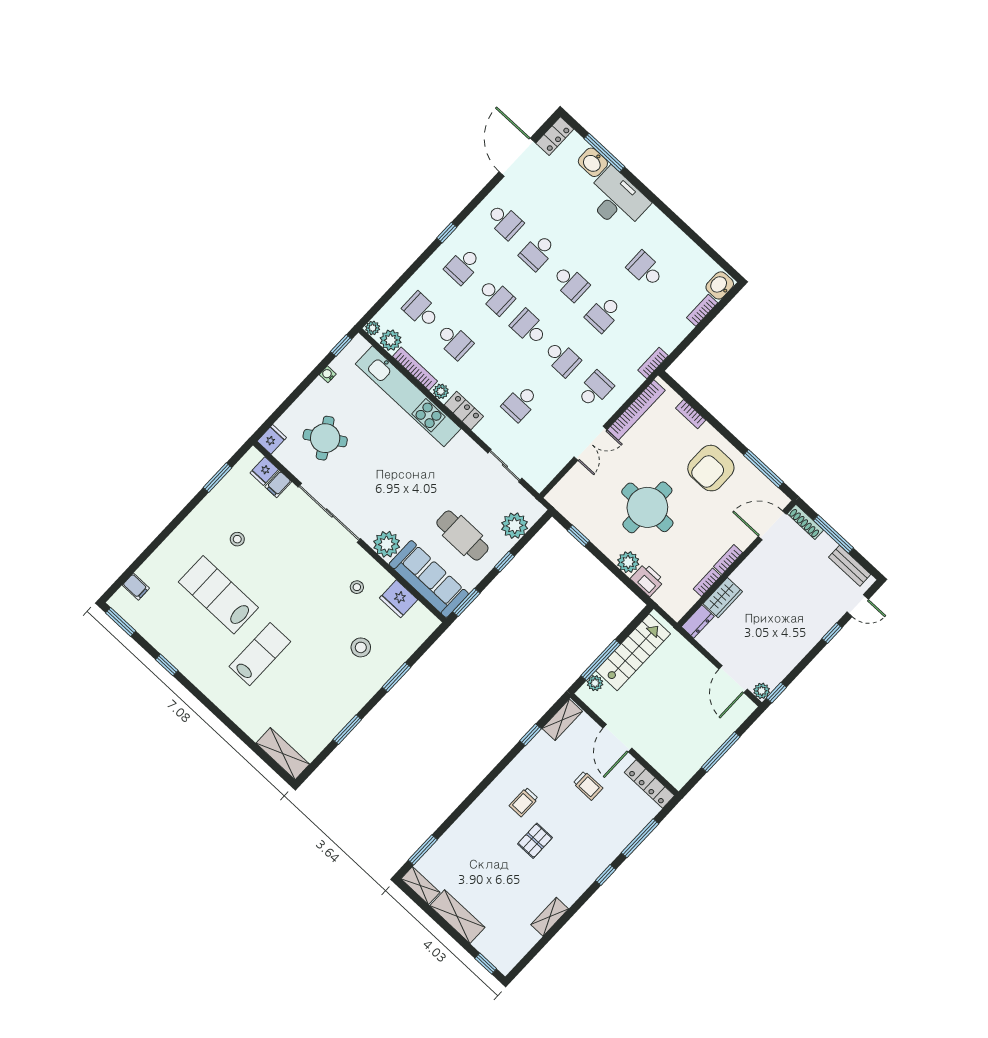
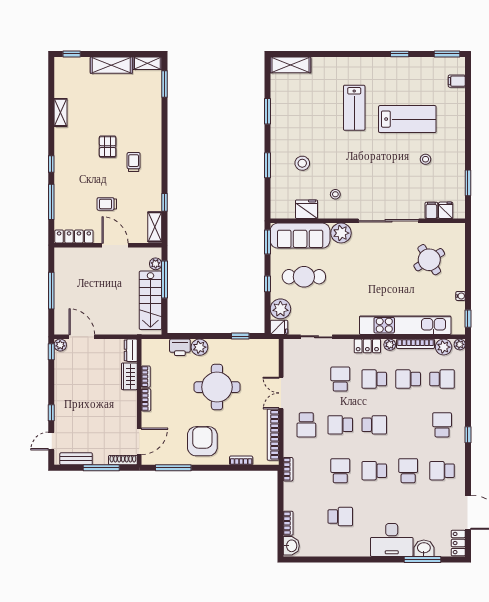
school desk: (496, 297) -> (374, 379), moved
fridge: (272, 439) -> (279, 327), moved, turned -90

